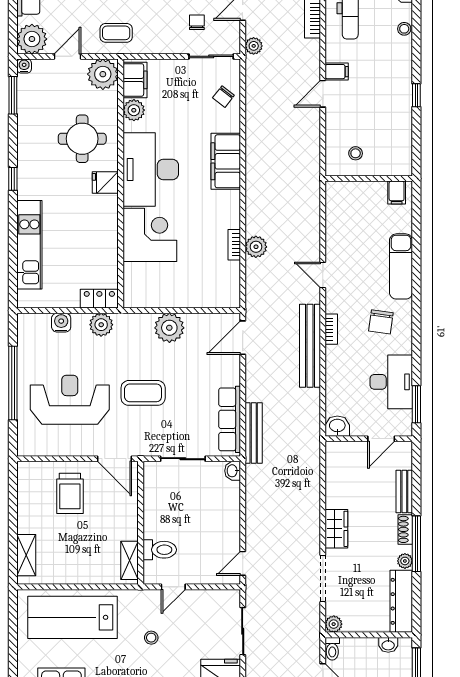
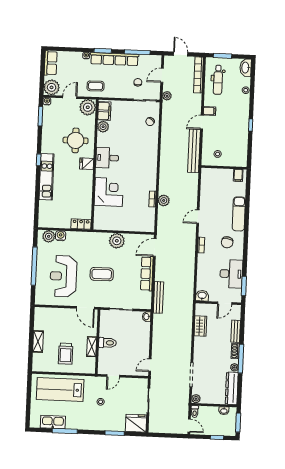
filing cabinet: (226, 161) -> (150, 155), removed
desk: (151, 169) -> (107, 158), width x0.53, depth x0.77
kitchen unit: (29, 245) -> (46, 177), moved
door: (323, 275) -> (198, 217), hinge flipped
plant: (101, 325) -> (49, 236), moved
bench: (310, 346) -> (194, 151), moved
reception desk: (70, 400) -> (63, 276), turned -90
row of seats: (230, 419) -> (147, 274), moved
trolley: (70, 493) -> (66, 354), moved
wardrobe: (336, 529) -> (200, 326), moved
toilet: (160, 550) -> (107, 343), moved
shelving: (26, 555) -> (38, 341), moved
shelving: (130, 560) -> (92, 347), moved

